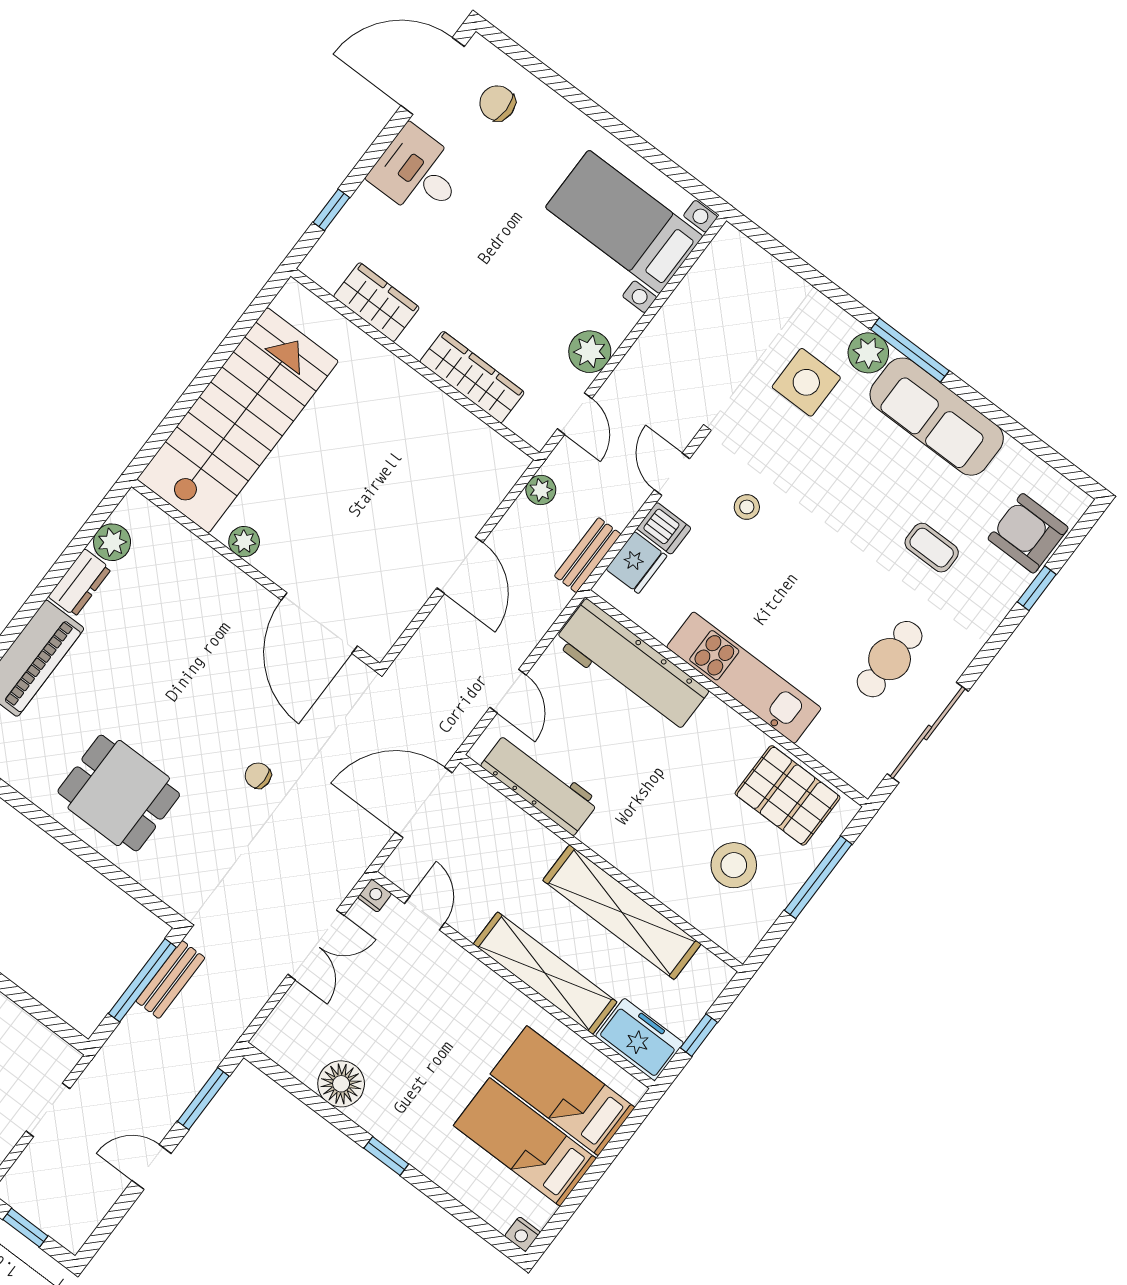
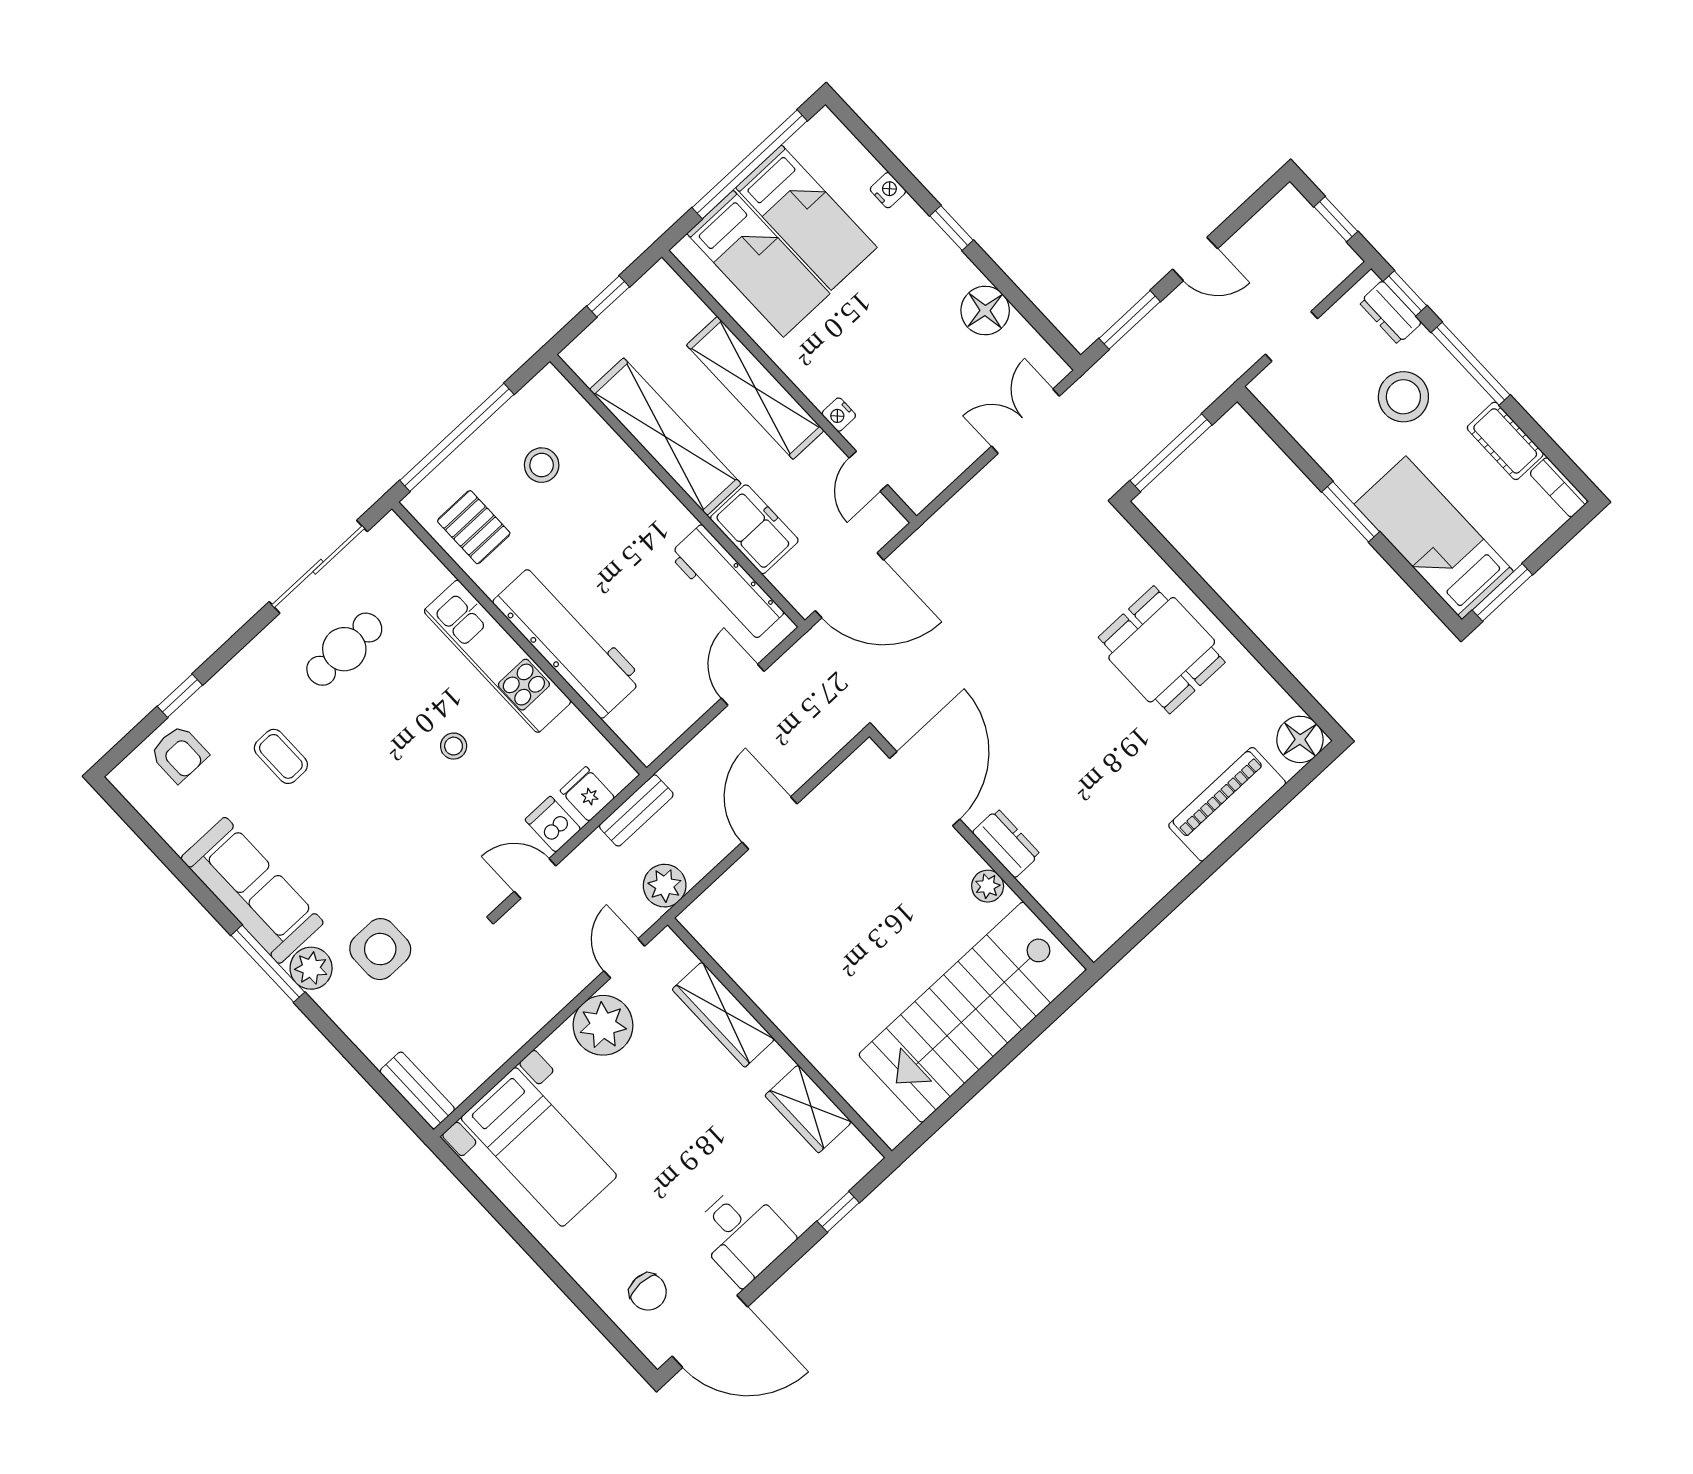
plant: (590, 352) -> (603, 1025), width x1.36, depth x1.36
door: (672, 474) -> (535, 879), swing flipped
plant: (541, 490) -> (665, 886), width x1.38, depth x1.38
stool: (747, 507) -> (454, 746), moved
armchair: (1028, 533) -> (179, 754), width x0.72, depth x0.72
plant: (112, 542) -> (1124, 909), removed
fridge: (636, 563) -> (587, 794), width x0.72
dresser: (80, 583) -> (1006, 843), moved, turned 90
workbench: (631, 667) -> (568, 641), moved
chair: (258, 776) -> (1015, 643), removed
pallet: (788, 795) -> (474, 527), width x0.67, depth x0.71
stool: (734, 865) -> (542, 465), width x0.73, depth x0.73
window: (818, 877) -> (457, 437), width x1.46
nightstand: (375, 896) -> (839, 415), moved
double door: (316, 945) -> (1025, 421), moved
bench: (170, 980) -> (417, 1090), moved, turned 90
freezer: (639, 1040) -> (754, 529), moved, turned 180
window: (587, 1183) -> (750, 164), added
nightstand: (522, 1234) -> (888, 190), moved

